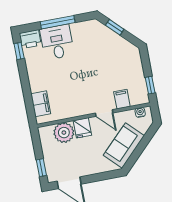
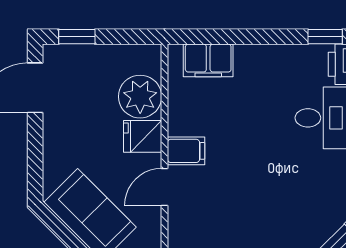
filing cabinet: (122, 99) -> (186, 151), moved

